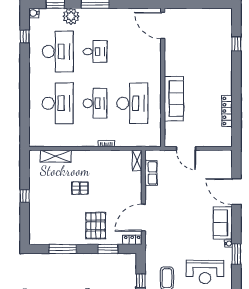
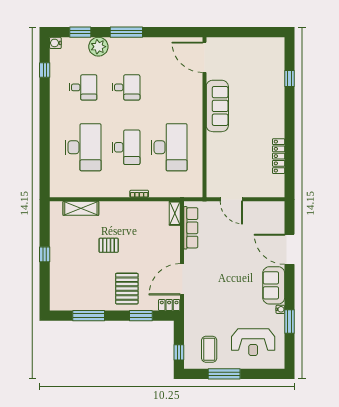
desk: (58, 52) -> (83, 87), width x0.53, depth x0.77
sofa: (174, 99) -> (217, 106), moved
row of seats: (151, 173) -> (191, 228), width x1.48

